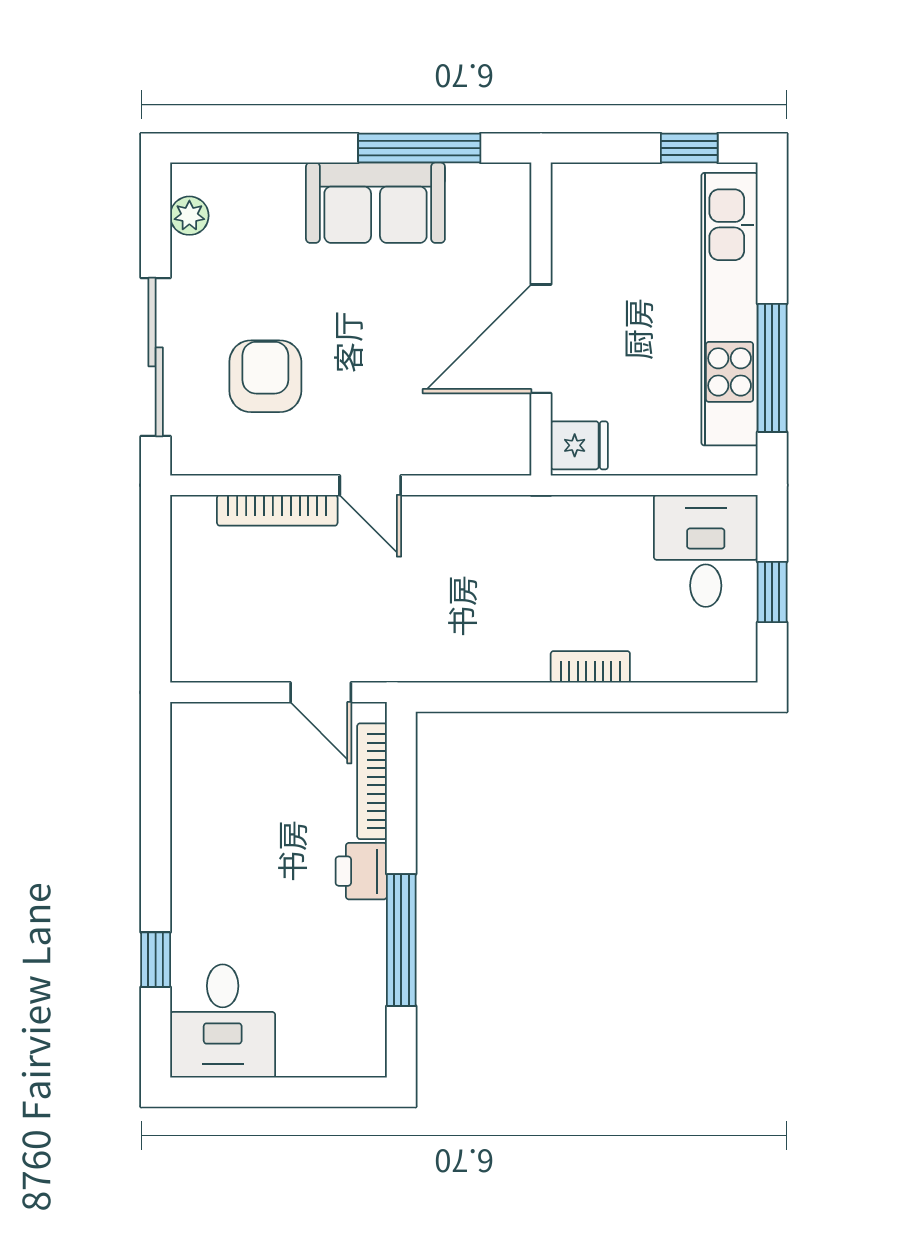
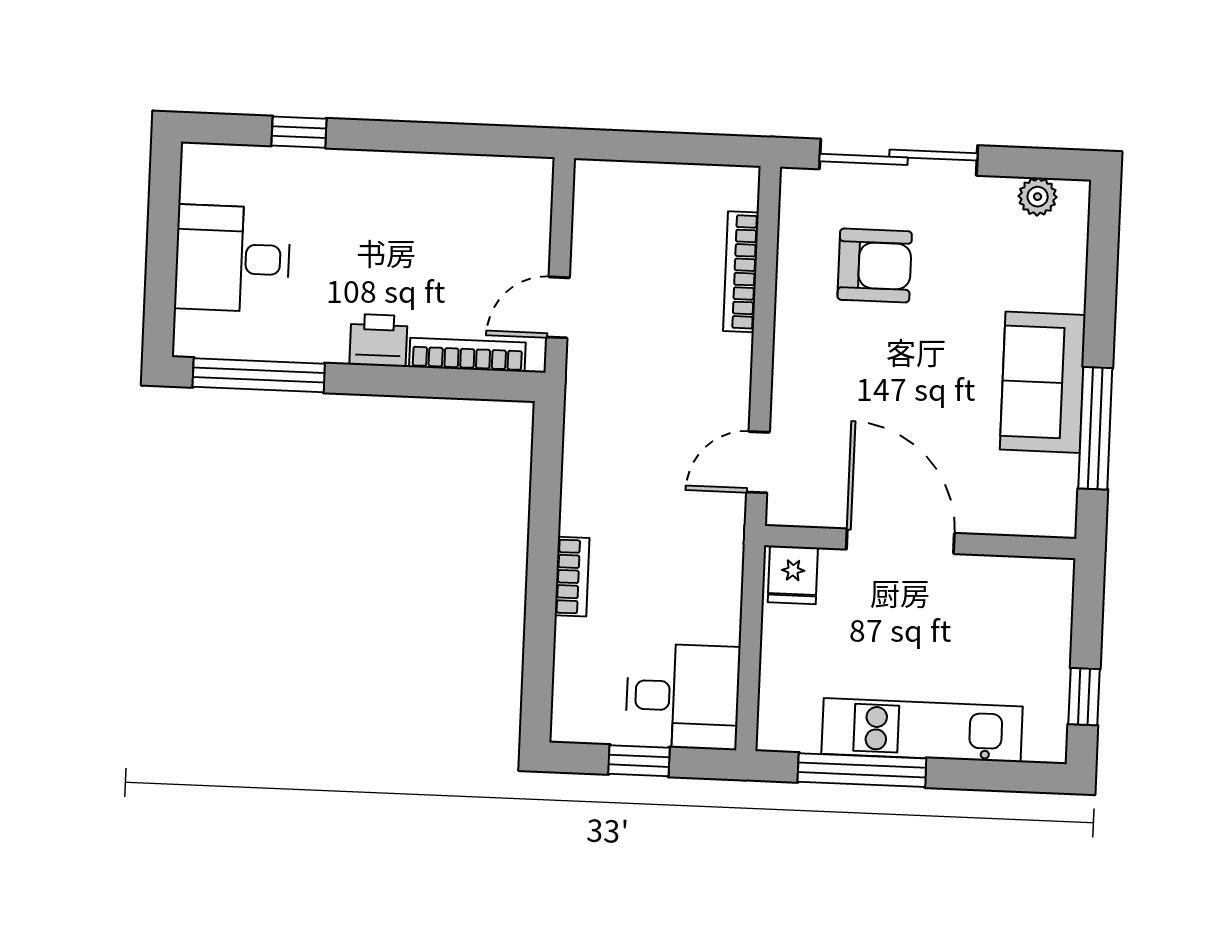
kitchen unit: (730, 309) -> (922, 730), width x0.73
door: (370, 485) -> (758, 462), moved
window: (401, 940) -> (259, 375), moved
desk: (223, 1021) -> (232, 259), moved

